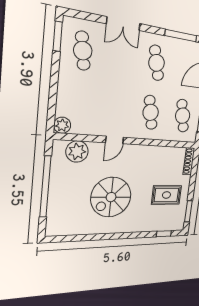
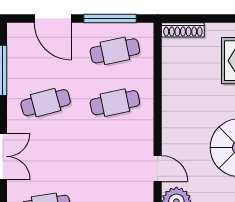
door: (115, 140) -> (158, 169), moved

